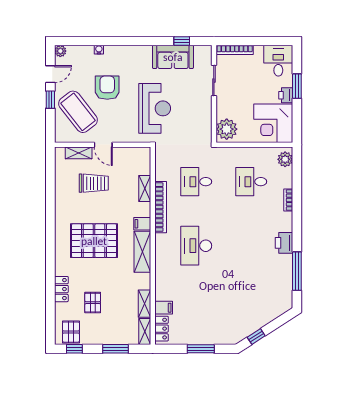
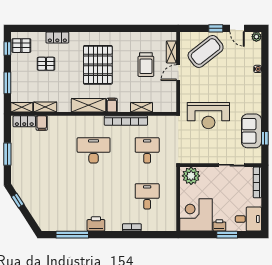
armchair: (107, 88) -> (226, 76), removed
plant: (285, 159) -> (166, 225), removed

